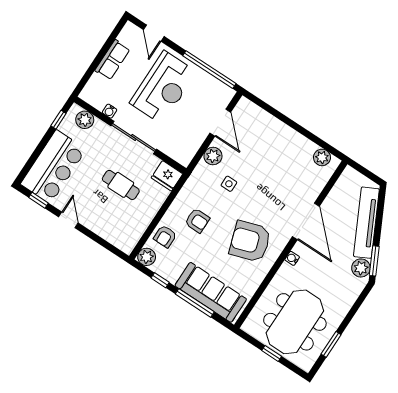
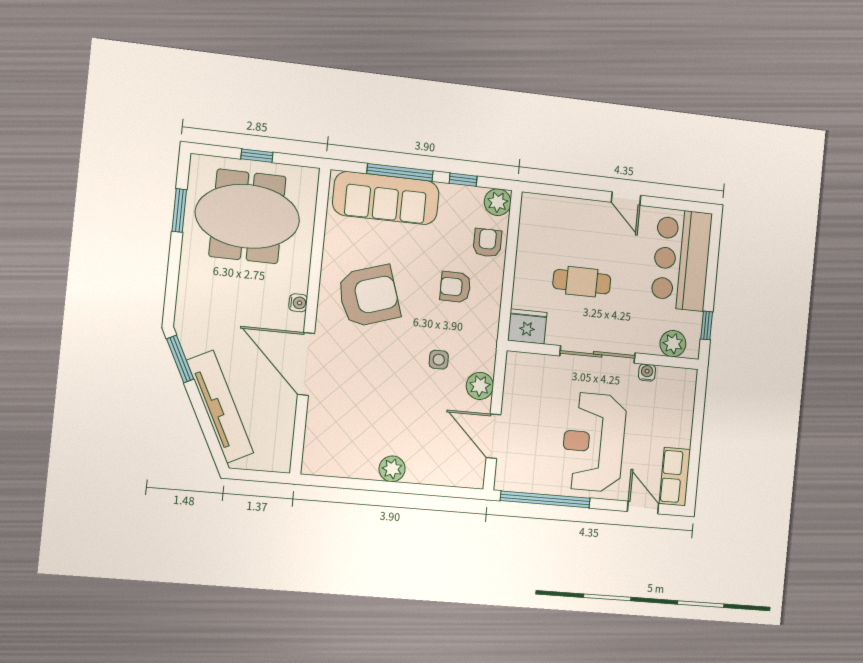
row of seats: (112, 60) -> (675, 477), moved
plant: (322, 157) -> (392, 469), moved
window: (38, 200) -> (678, 205), removed
plant: (361, 268) -> (194, 339), removed
meeting table: (295, 322) -> (247, 216), turned 90

